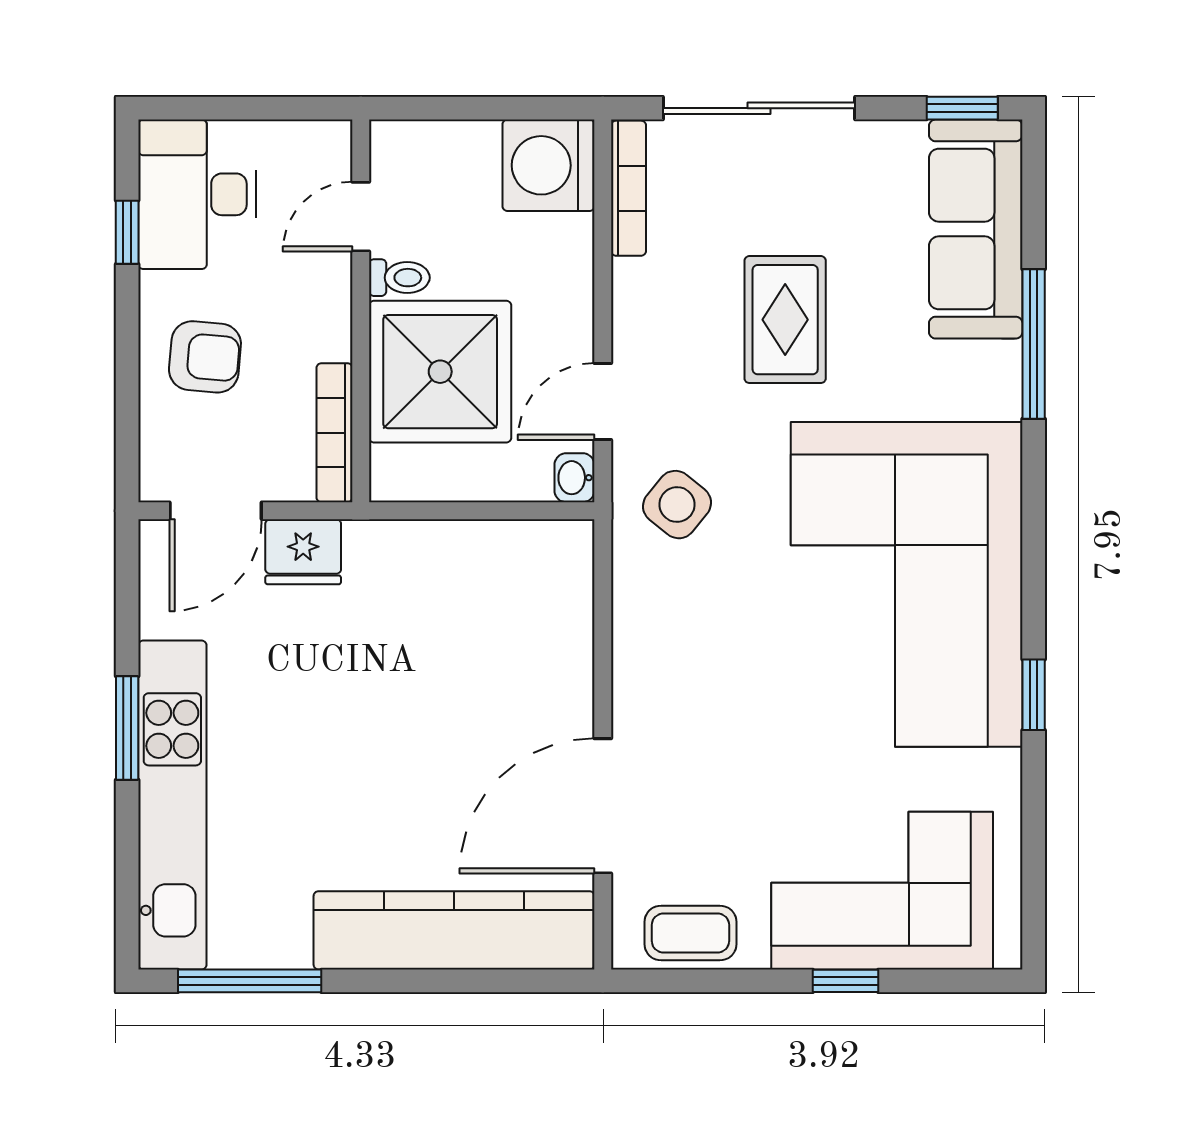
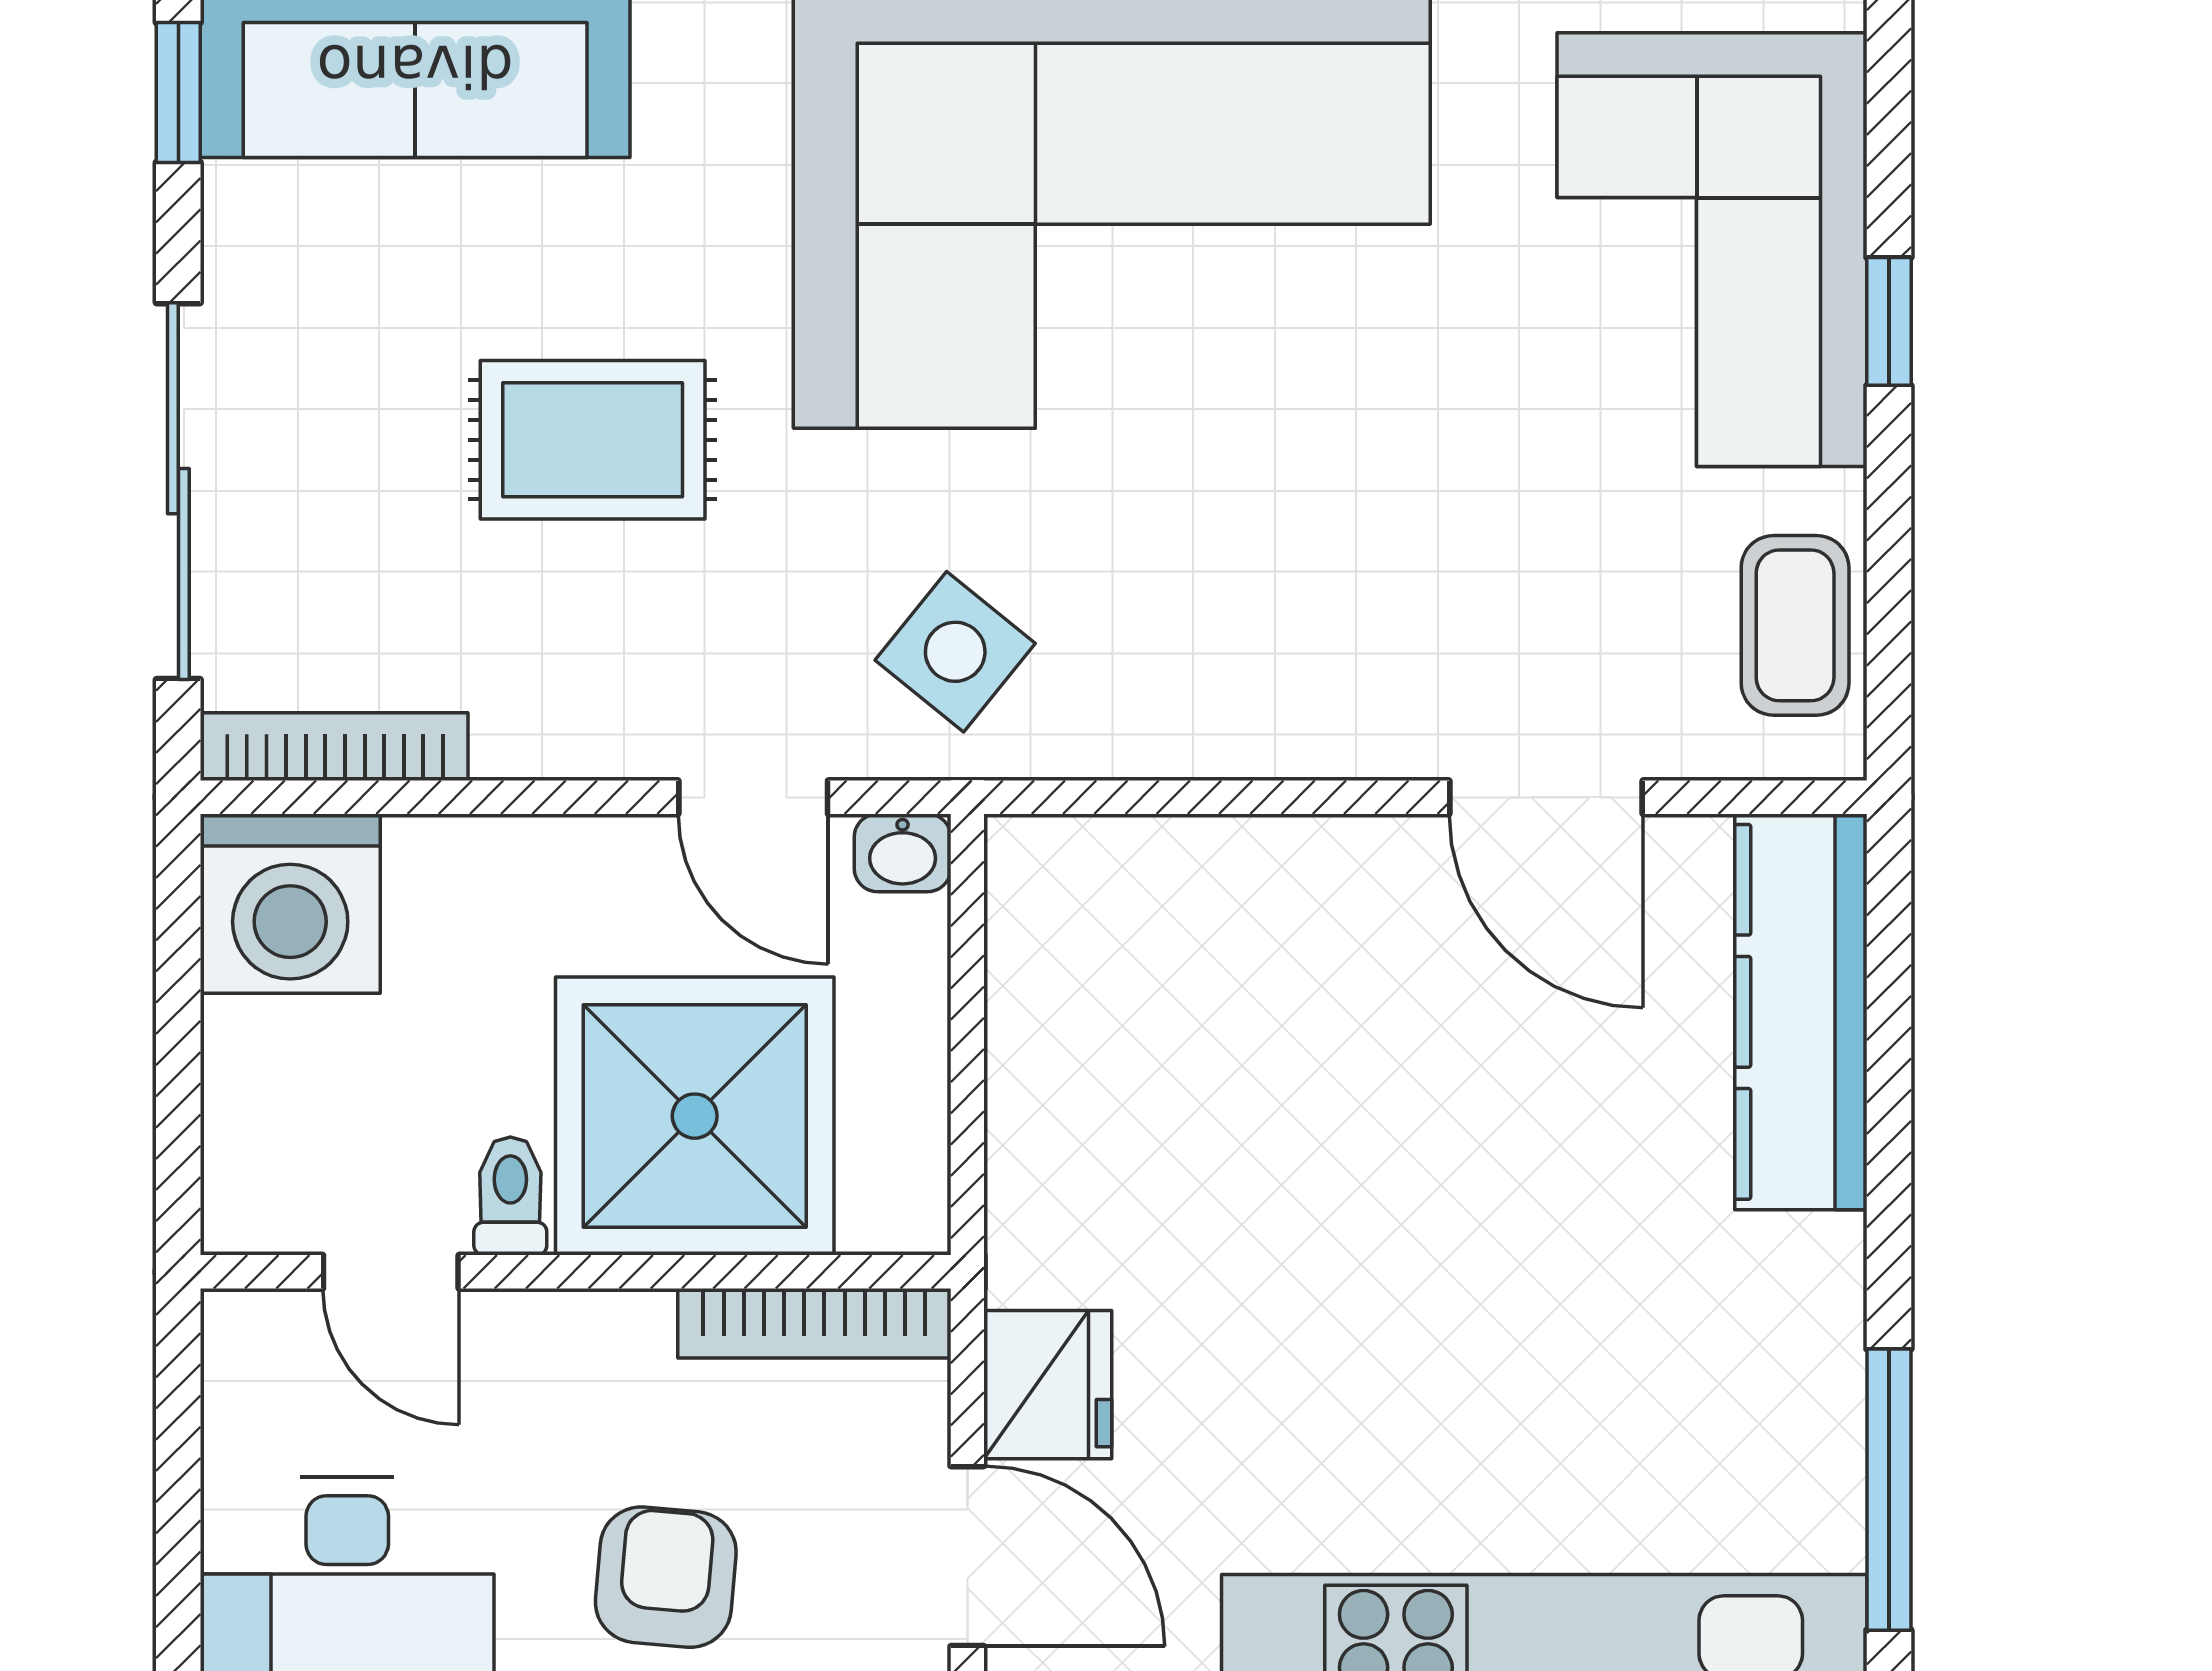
door: (603, 806) -> (1546, 797), width x0.73
kitchen counter: (454, 930) -> (1801, 1012), width x0.72, depth x0.86

